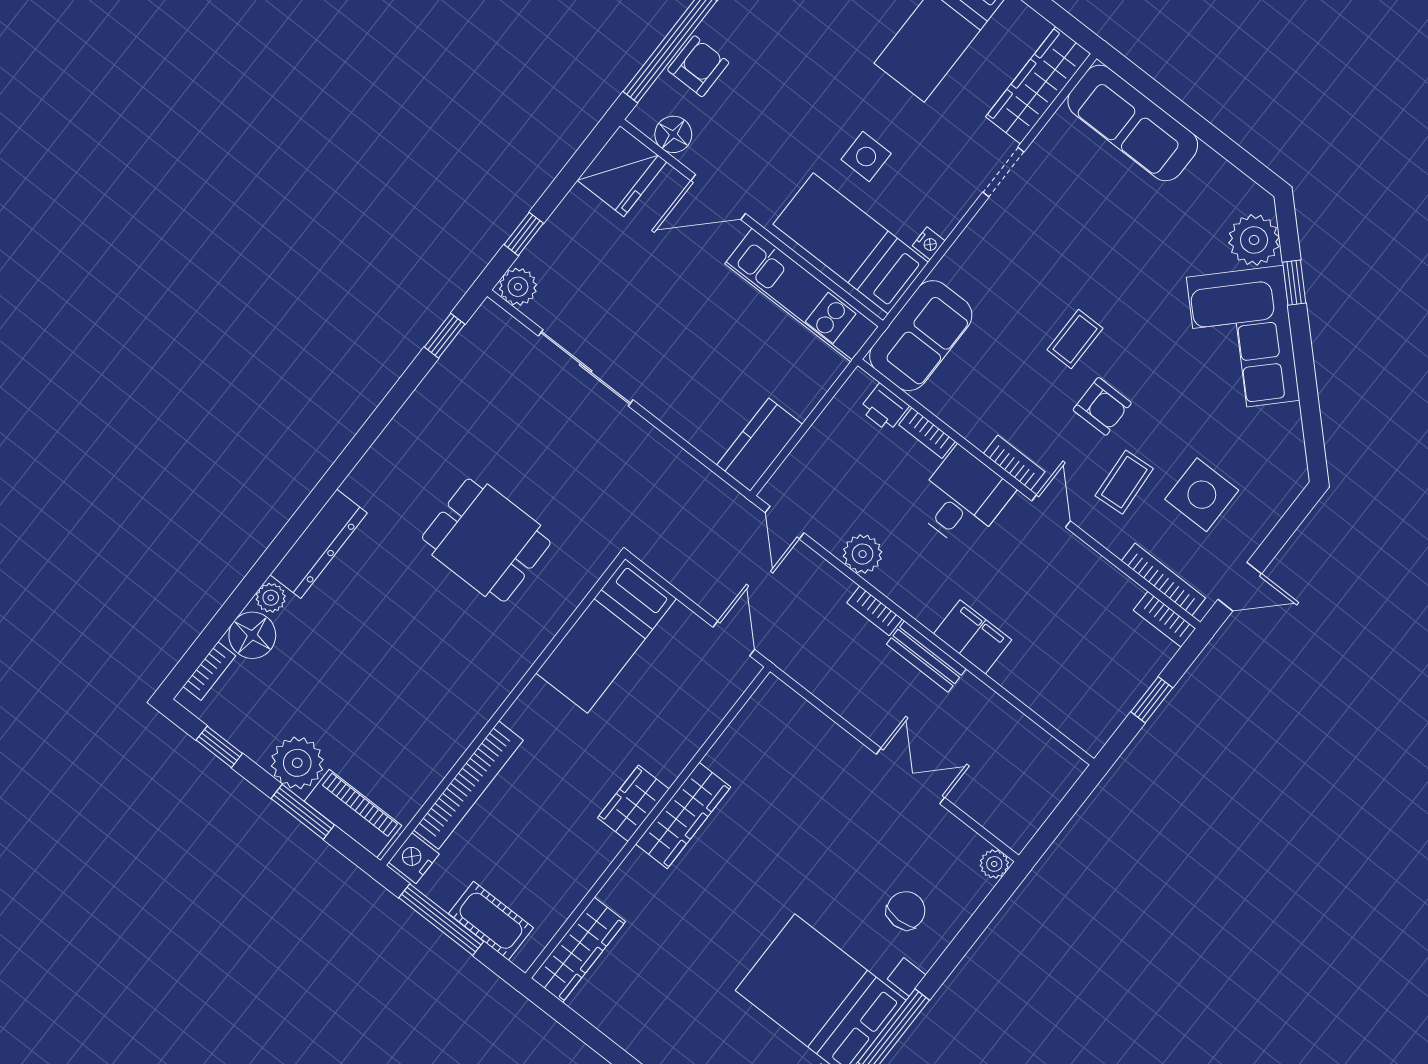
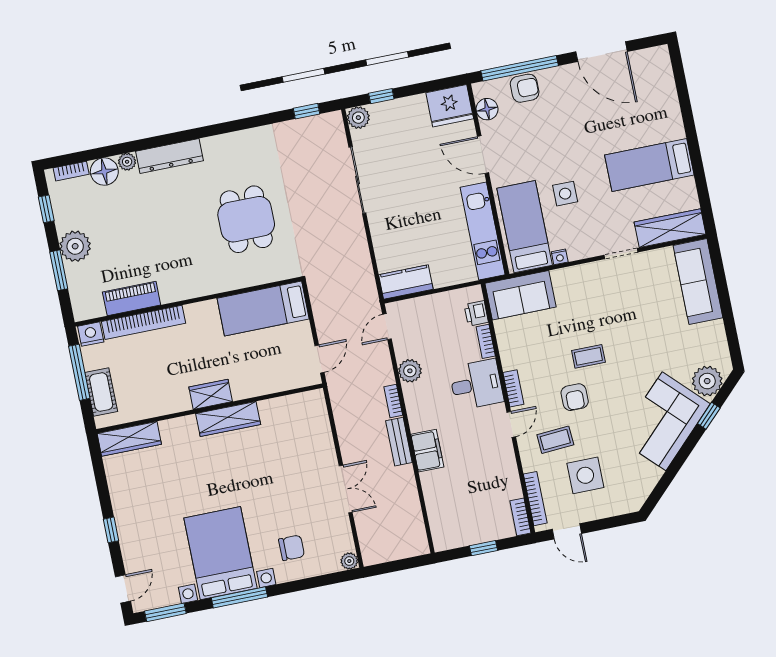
piano: (353, 813) -> (132, 298), moved, turned -90

